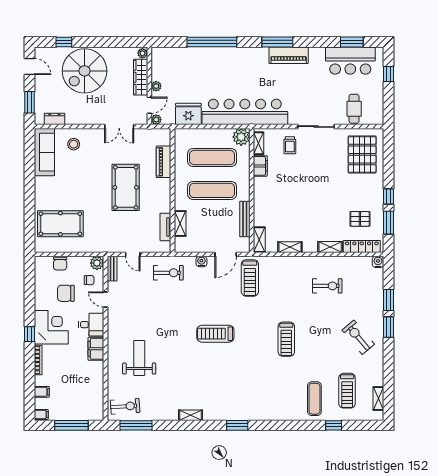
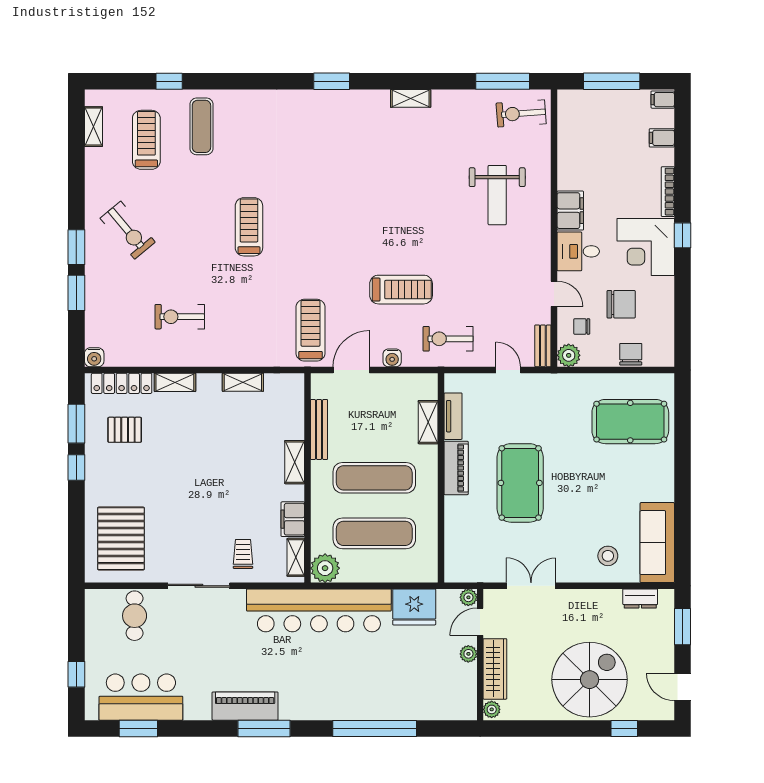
piano: (164, 162) -> (456, 468), moved
shelving: (259, 240) -> (295, 462), moved
treadmill: (215, 334) -> (401, 290), moved

